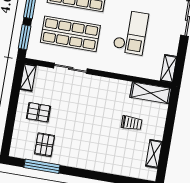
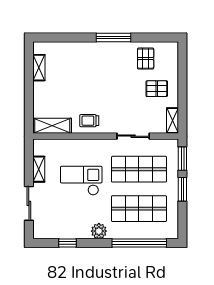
checkout: (131, 32) -> (81, 181), turned 90
shelving: (169, 69) -> (39, 169), moved
trolley: (132, 123) -> (89, 121), moved
window: (42, 166) -> (114, 37), moved

